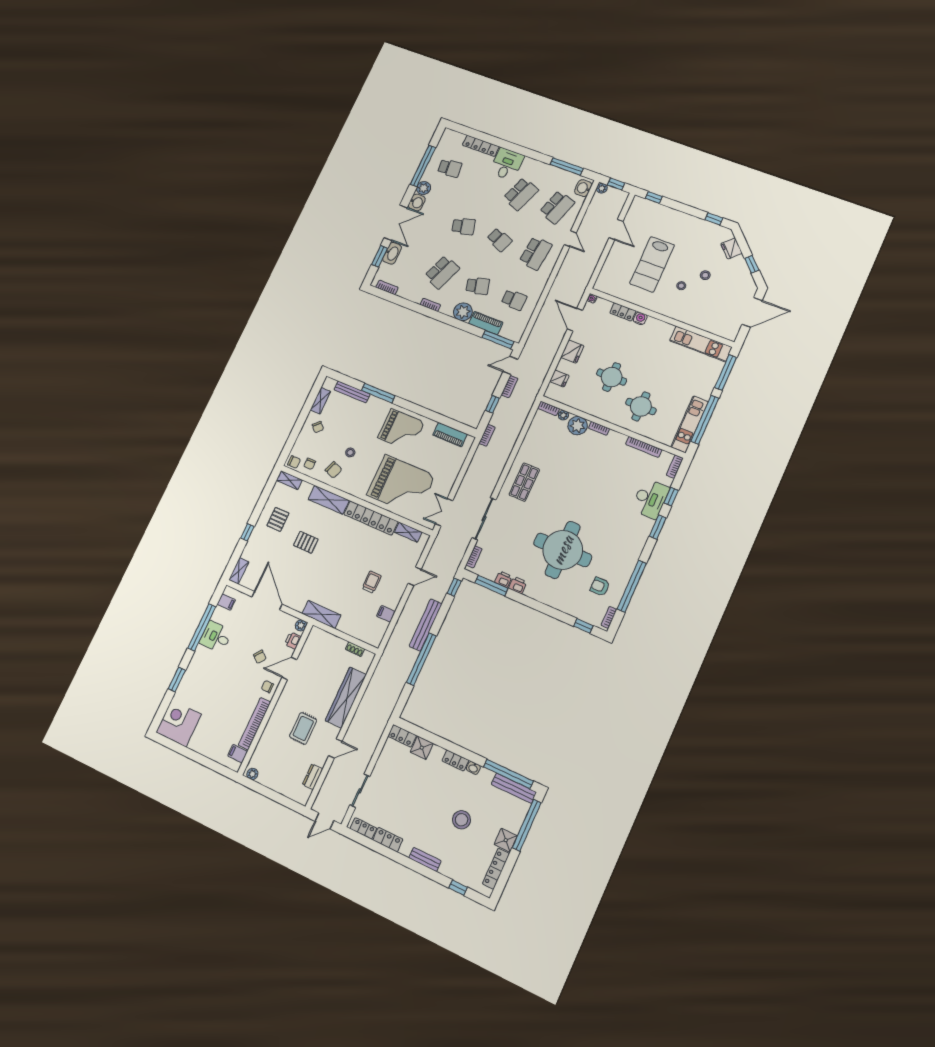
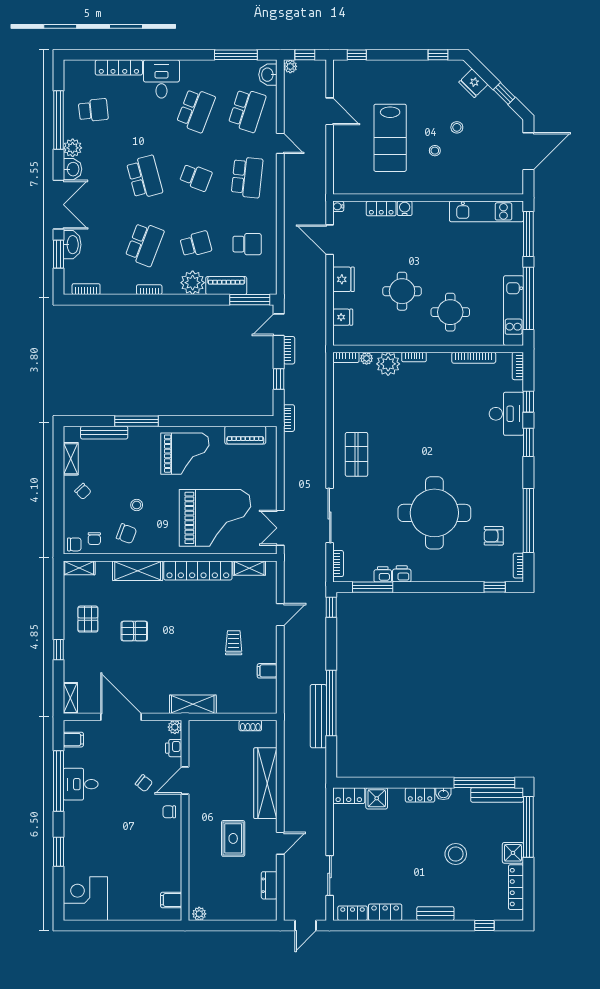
school desk: (464, 226) -> (145, 177), width x1.85
bench: (426, 625) -> (318, 716), moved
bookcase: (254, 724) -> (174, 859), removed

